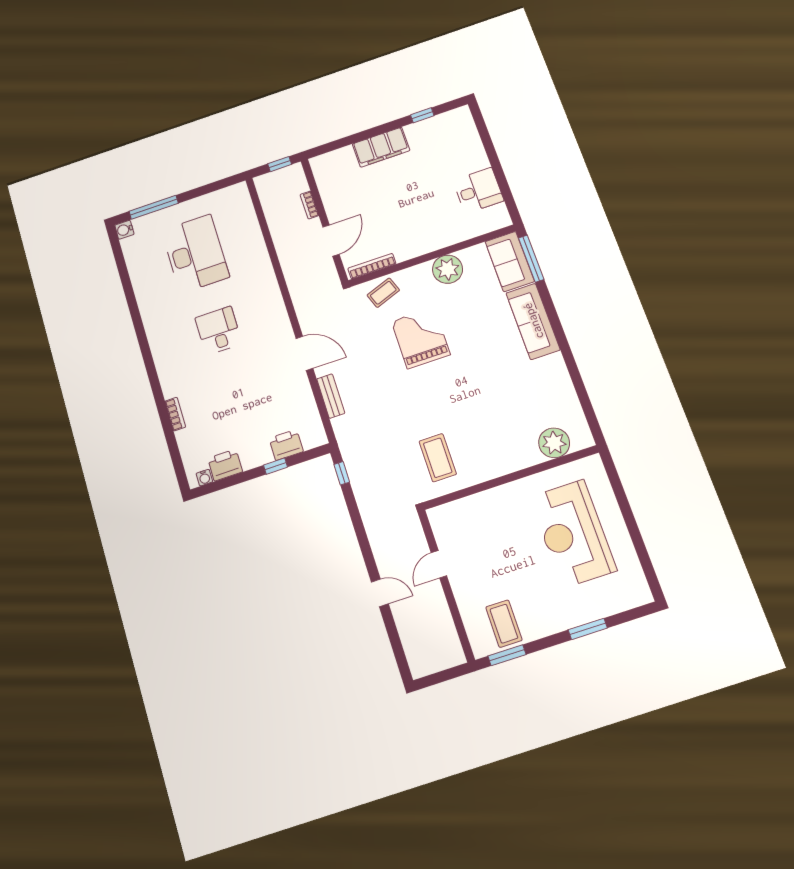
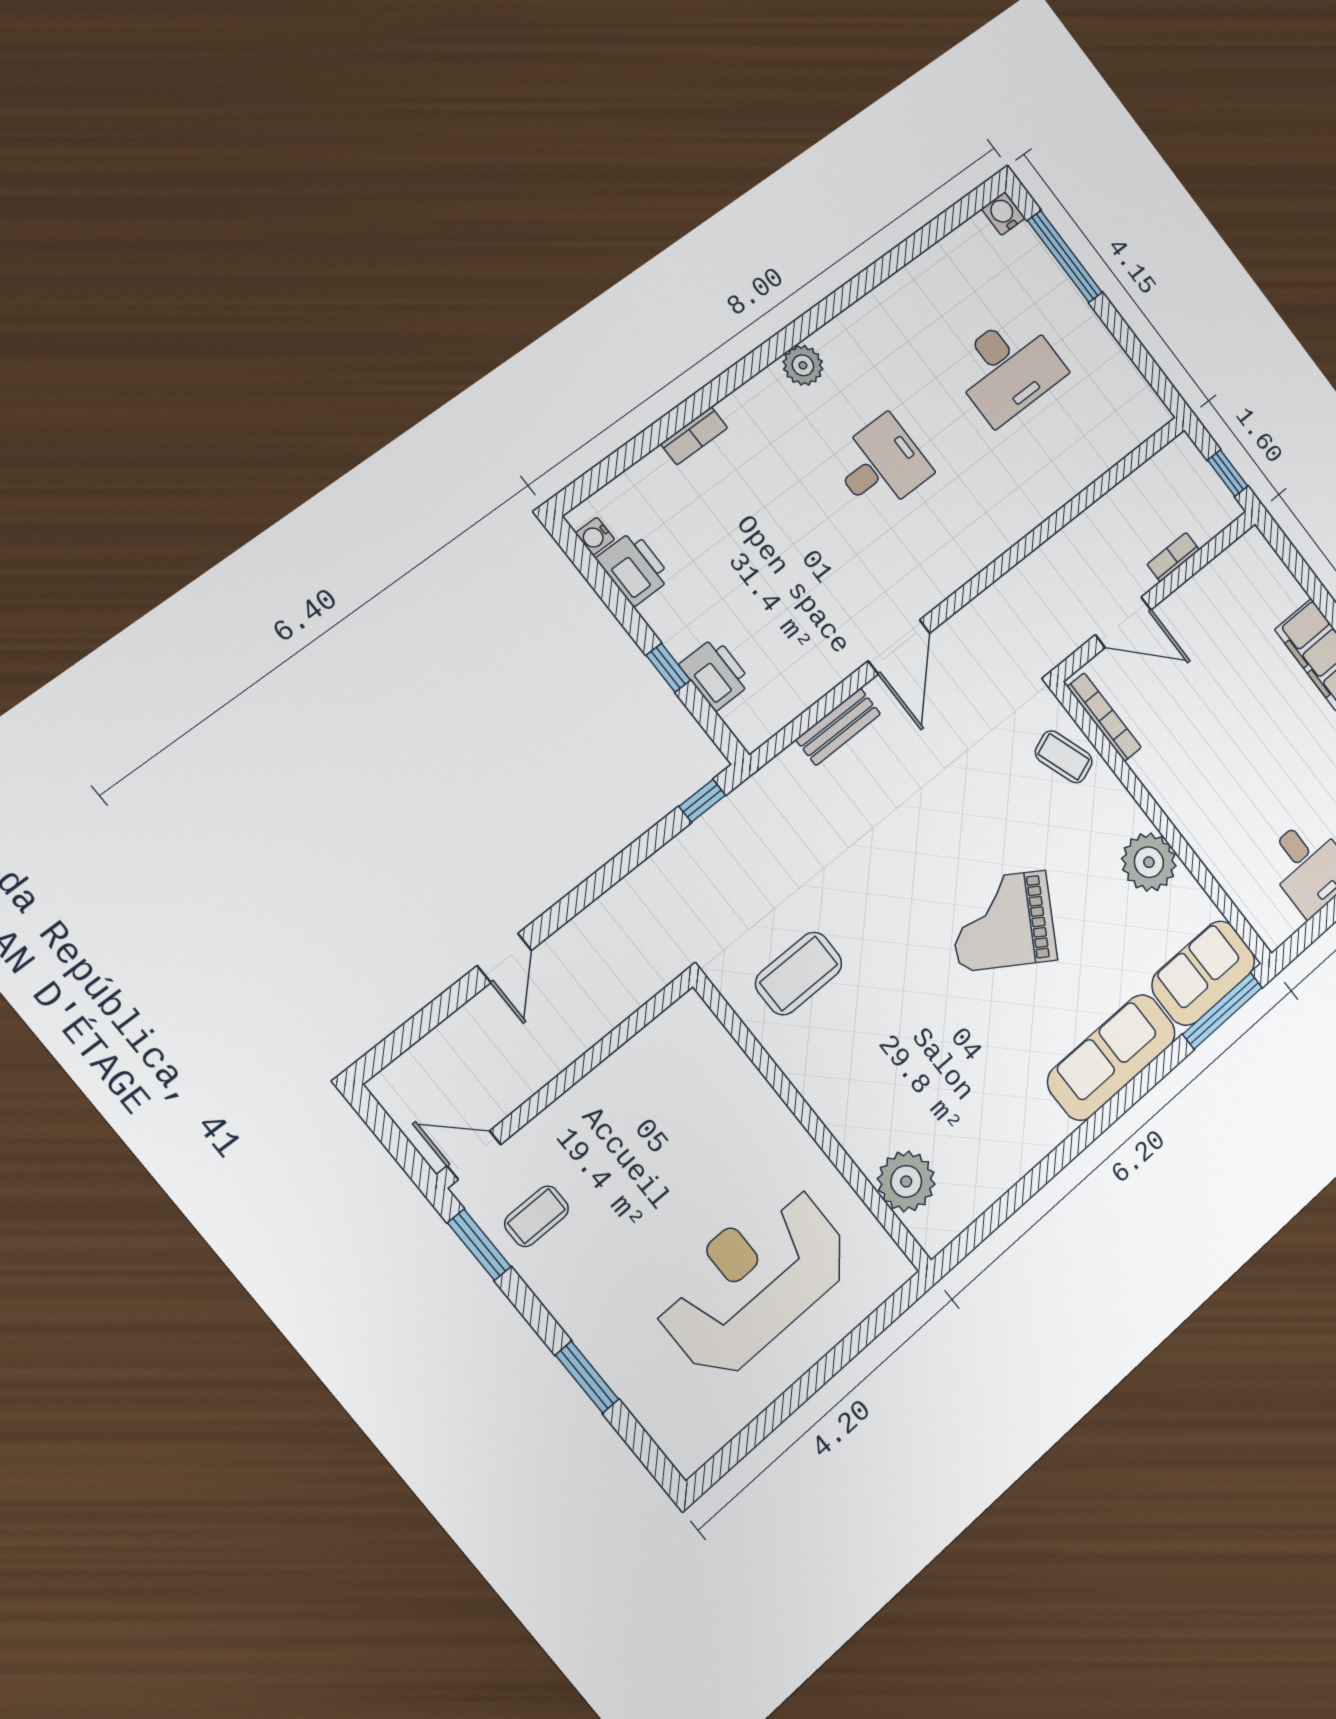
desk: (195, 254) -> (1008, 368), width x0.73, depth x0.77
grand piano: (421, 338) -> (1002, 921), moved, turned -148
plant: (161, 351) -> (803, 365), added
door: (439, 564) -> (474, 1155), moved
coffee table: (504, 624) -> (537, 1216), width x0.73, depth x0.77

